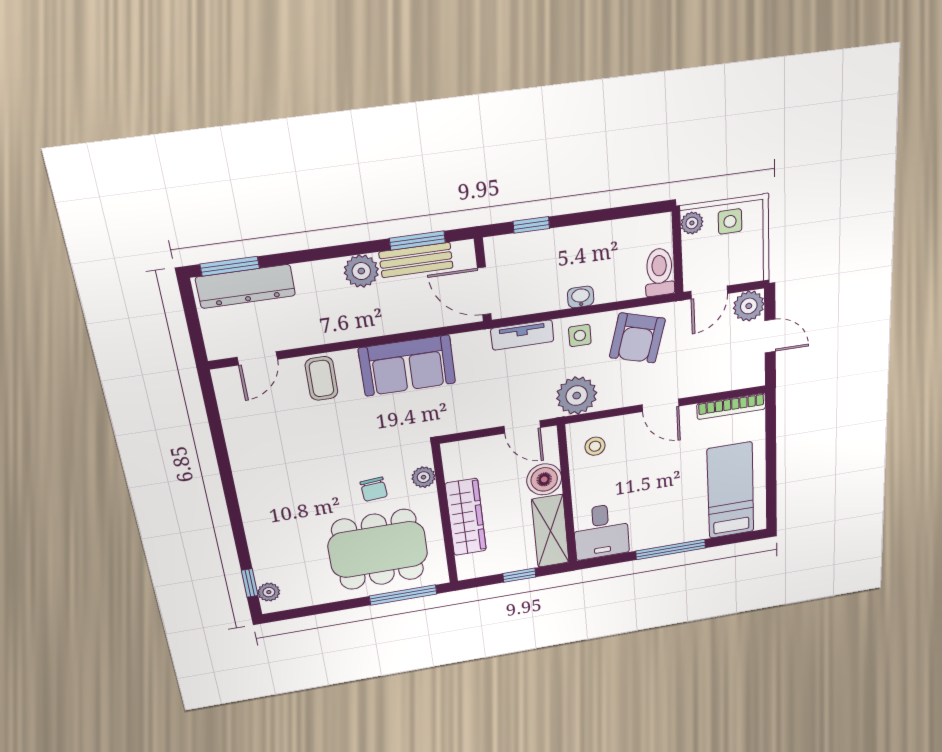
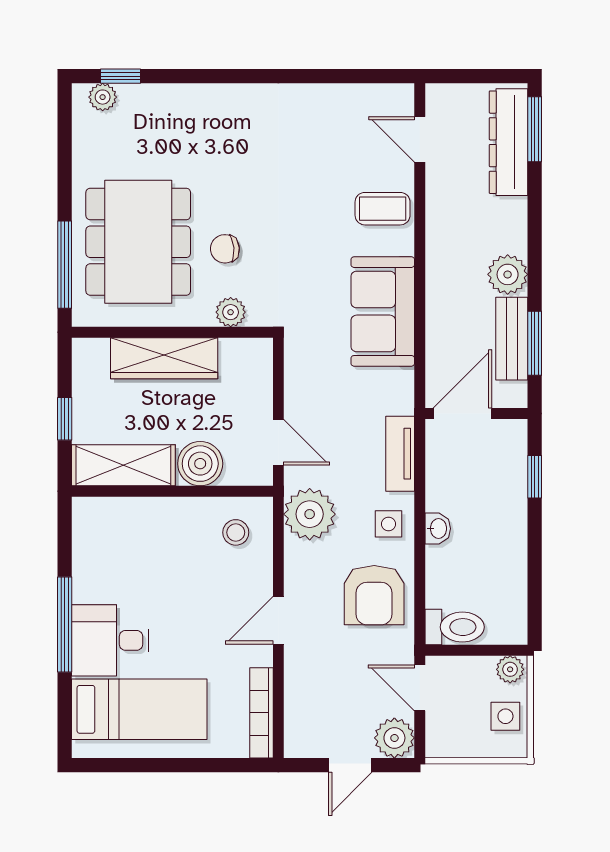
armchair: (637, 338) -> (374, 595), turned -106
door: (522, 427) -> (278, 442), swing flipped
desk: (601, 531) -> (110, 640), moved

